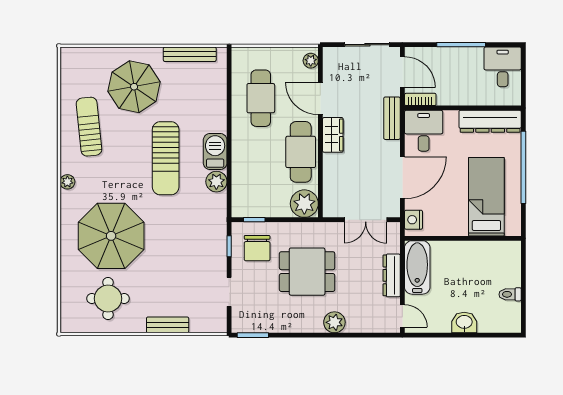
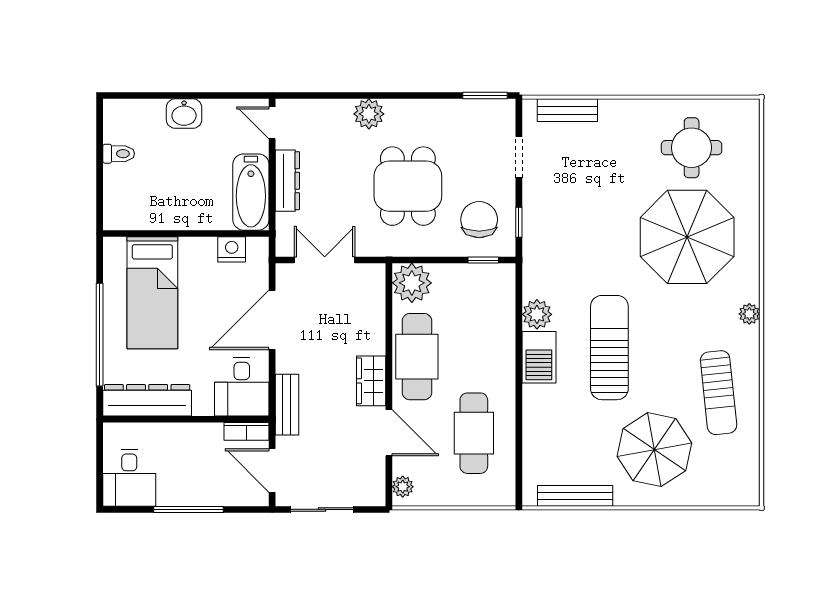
nightstand: (413, 220) -> (232, 249), moved, turned -90
dining table: (307, 272) -> (408, 186), turned 90
bench: (168, 325) -> (567, 110), moved

